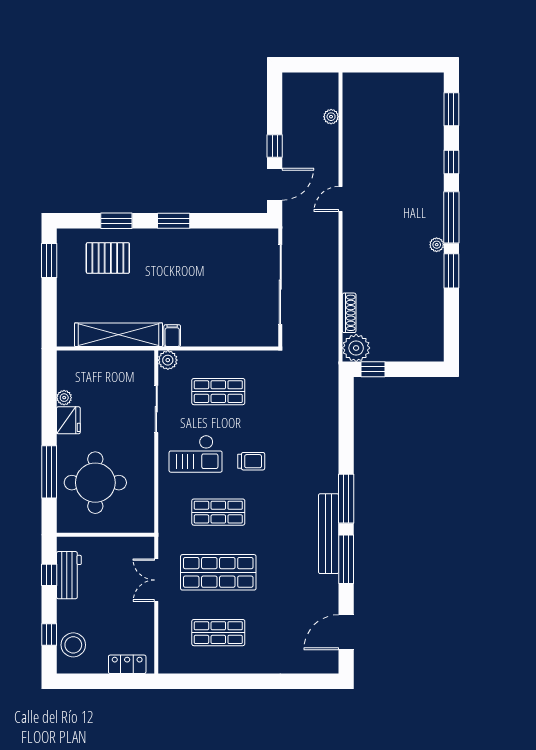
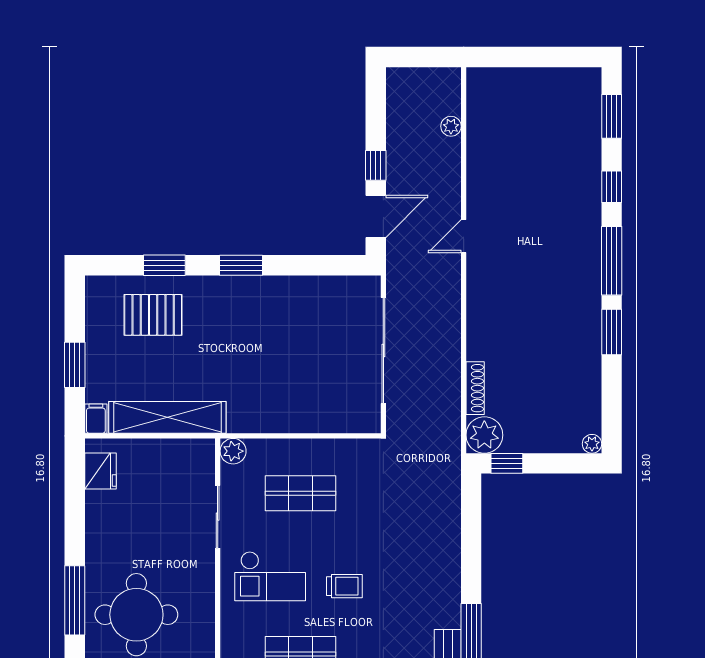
plant: (437, 245) -> (592, 444), moved
window: (49, 260) -> (75, 365), moved
filing cabinet: (172, 336) -> (96, 419), moved
plant: (64, 398) -> (95, 501), removed
fridge: (68, 420) -> (100, 471), moved

